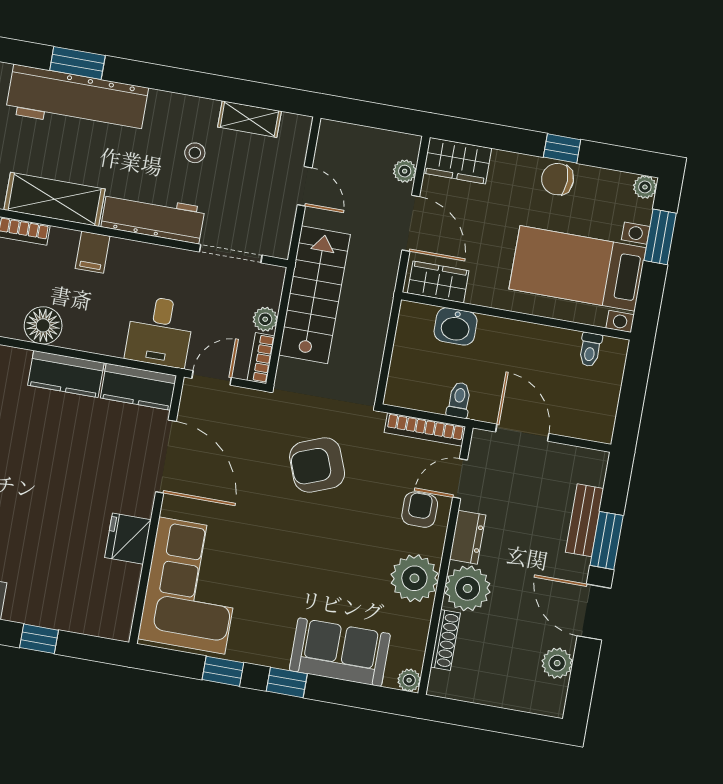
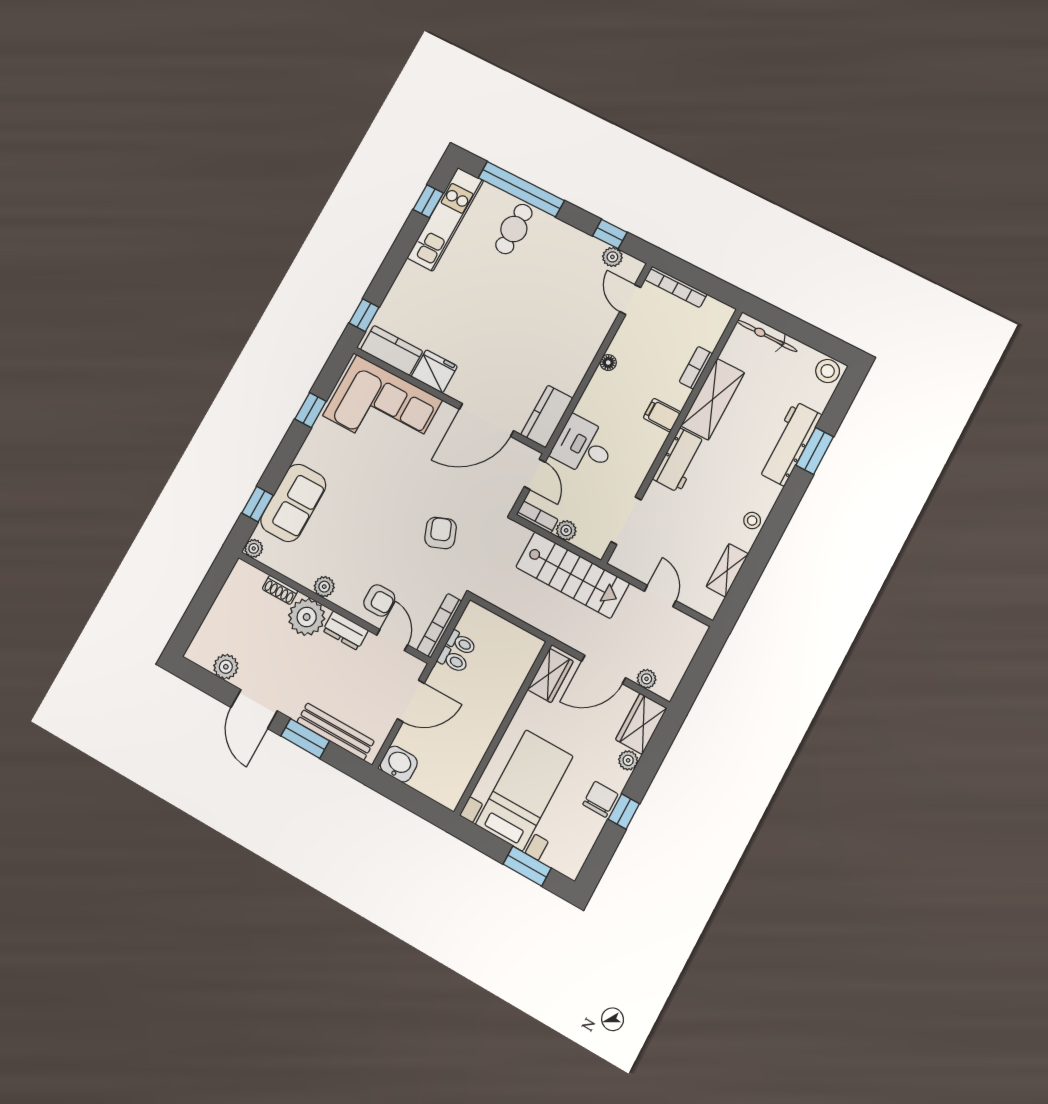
workbench: (77, 100) -> (789, 443), width x0.73, depth x0.76
stool: (195, 153) -> (752, 521), moved
door: (305, 186) -> (660, 596), swing flipped
plant: (645, 187) -> (628, 760), moved
workbench: (153, 217) -> (679, 460), width x0.73
floor lamp: (43, 325) -> (608, 363), width x0.53, depth x0.53
washbasin: (456, 326) -> (399, 764), moved, turned 90
toilet: (590, 350) -> (461, 643), moved, turned 180
kitchen counter: (66, 374) -> (392, 350), moved, turned 90
armchair: (317, 465) -> (441, 533), width x0.72, depth x0.72
bench: (584, 520) -> (335, 732), width x1.36
plant: (414, 578) -> (324, 587), width x0.53, depth x0.53
door: (594, 612) -> (254, 709), swing flipped
window: (39, 639) -> (364, 315), moved
shoe rack: (445, 640) -> (280, 590), width x0.70
window: (287, 682) -> (257, 504), moved

